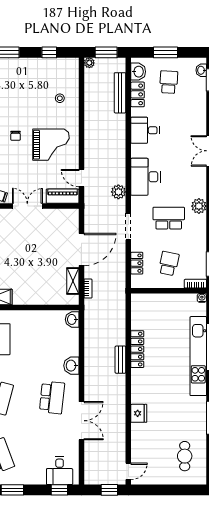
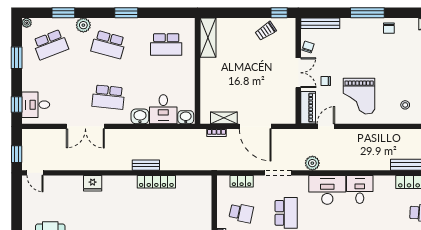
desk: (145, 130) -> (360, 189), moved
chair: (16, 136) -> (326, 81), moved
desk: (64, 342) -> (163, 109), added

